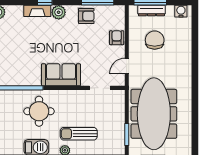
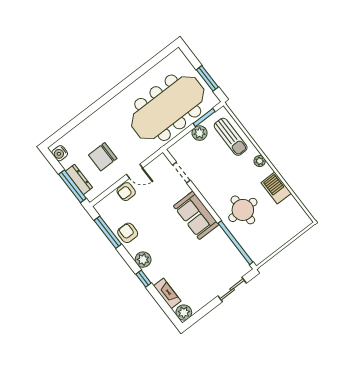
fireplace: (37, 11) -> (167, 293), moved
door: (127, 66) -> (135, 171), moved
plant: (118, 123) -> (200, 133), added
sun lounger: (79, 134) -> (231, 137), moved

